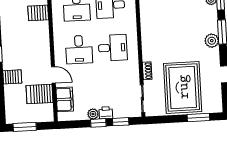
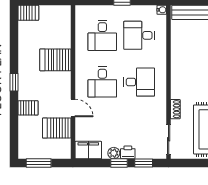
server rack: (38, 13) -> (55, 60), moved, width x1.36, depth x1.44
filing cabinet: (65, 99) -> (88, 150), moved, turned -90

